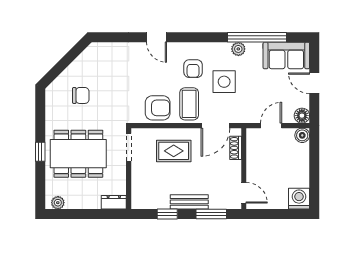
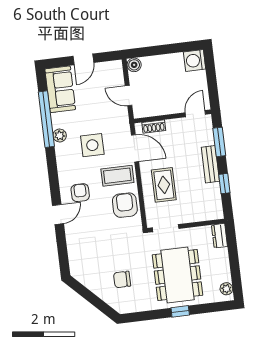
armchair: (193, 69) -> (80, 193), moved, turned -90
chair: (81, 95) -> (122, 279), turned -90
floor lamp: (302, 116) -> (115, 67), removed

